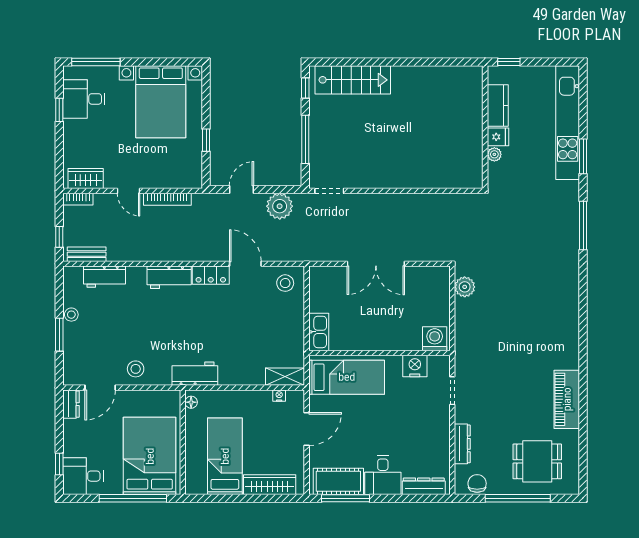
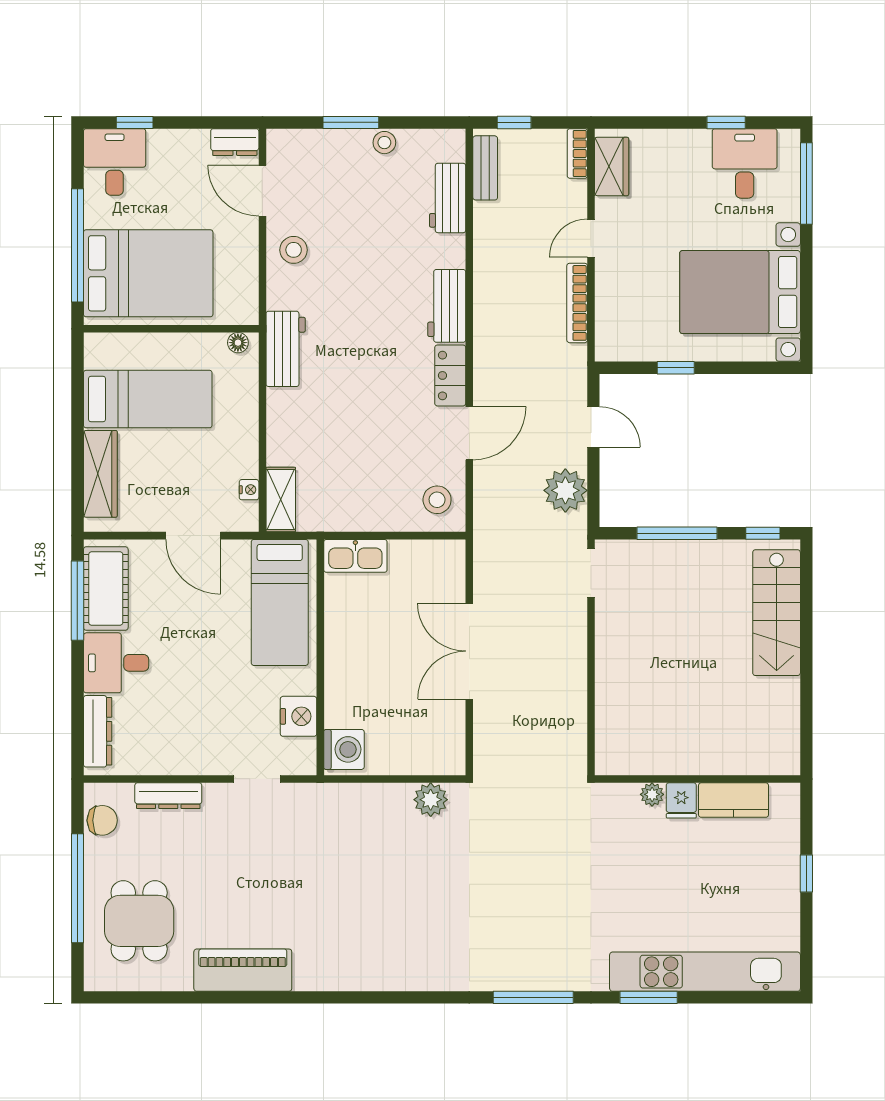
kitchen counter: (498, 106) -> (733, 800), moved
wall: (485, 127) -> (697, 779), moved
fridge: (498, 137) -> (681, 800), moved
plant: (494, 154) -> (652, 794), moved

